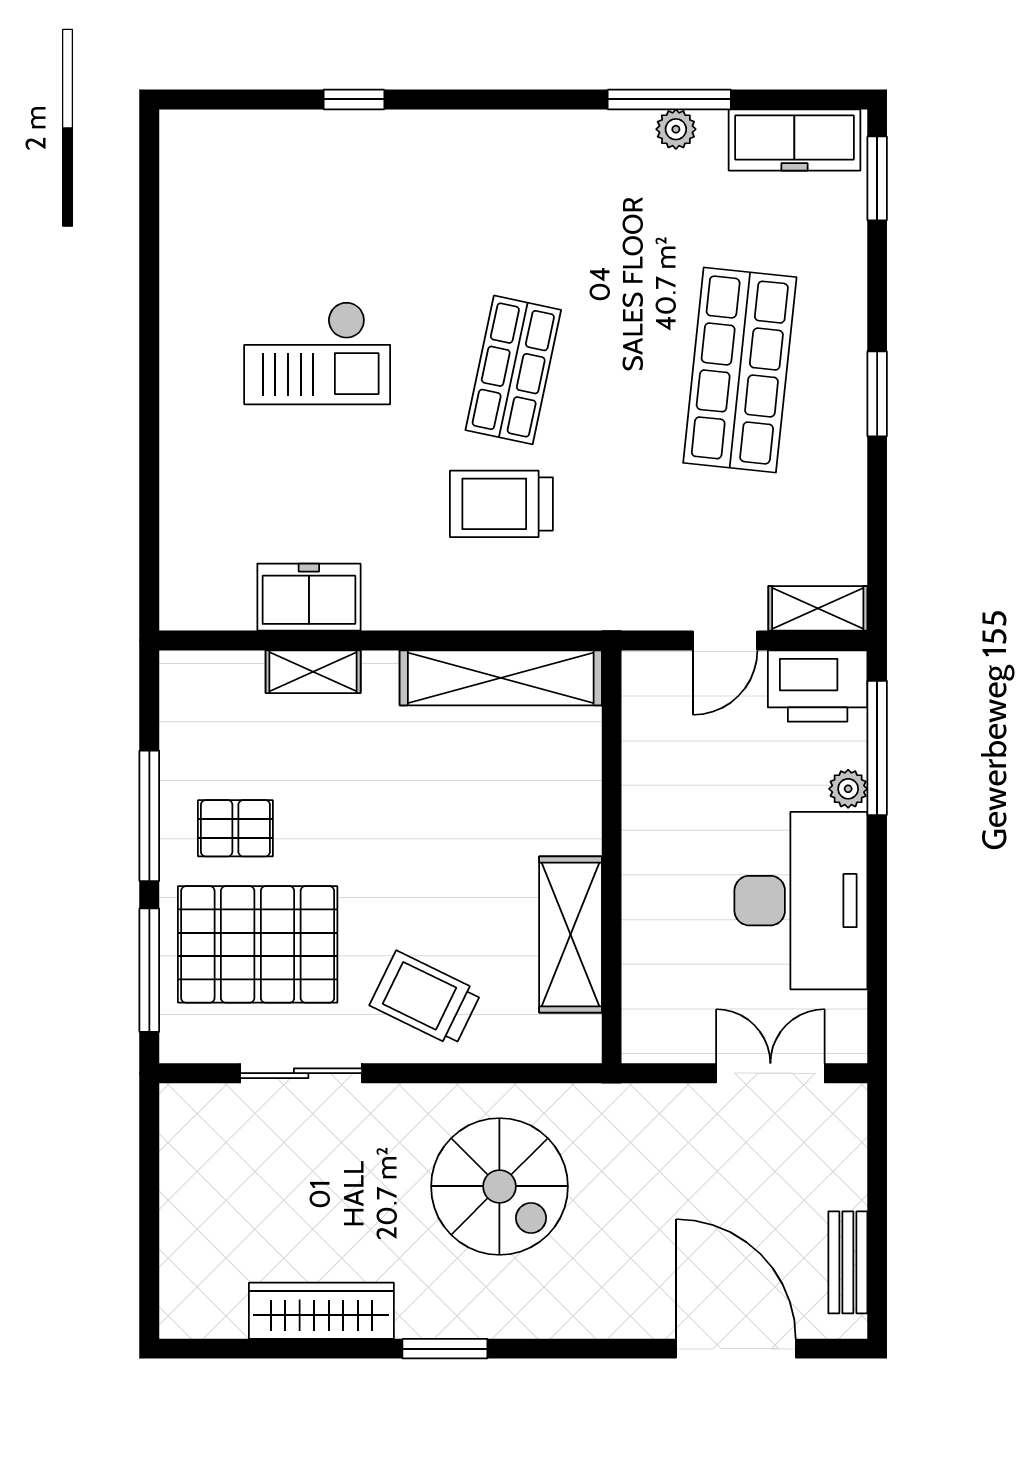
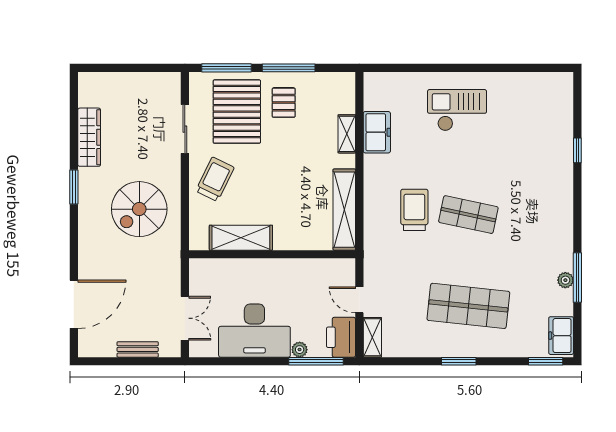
freezer: (794, 140) -> (561, 336), width x0.71
checkout: (317, 353) -> (457, 110), moved, turned 90
bench: (848, 1262) -> (138, 349), moved

